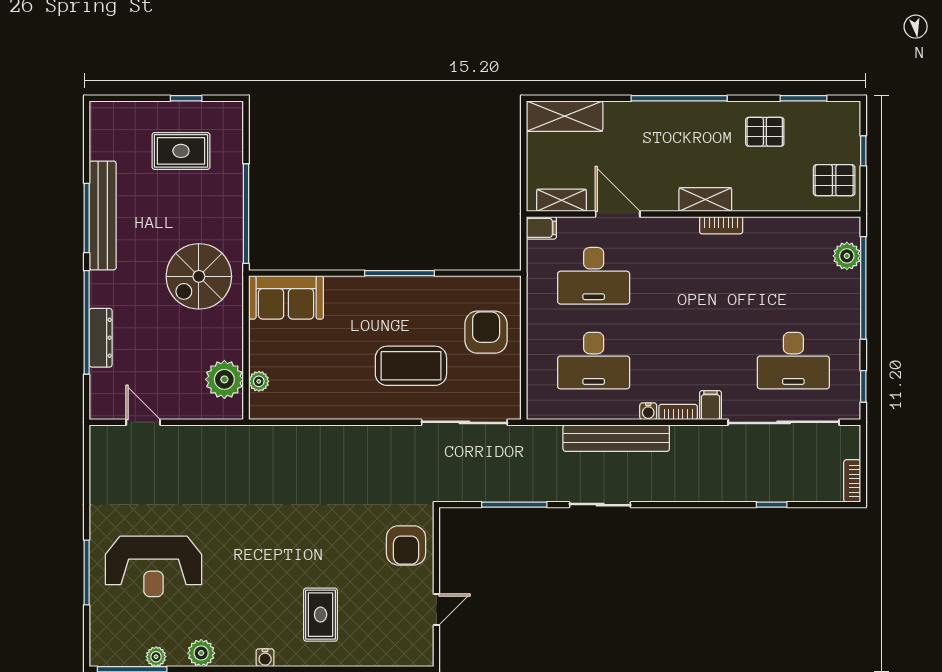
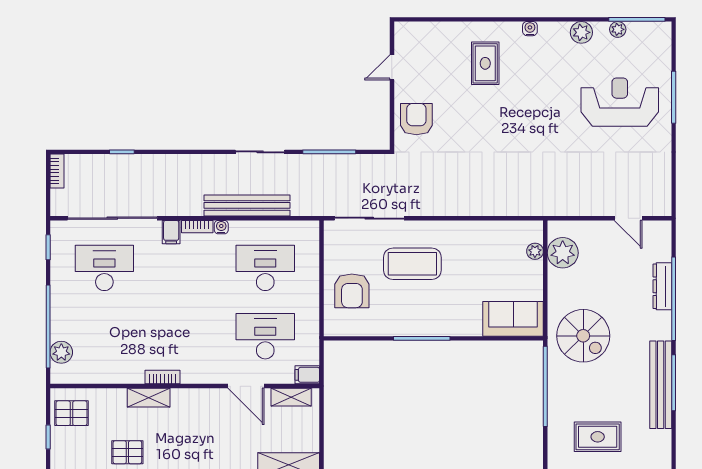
shelving: (705, 200) -> (149, 398), moved
spiral stairs: (199, 276) -> (583, 336), turned 90

